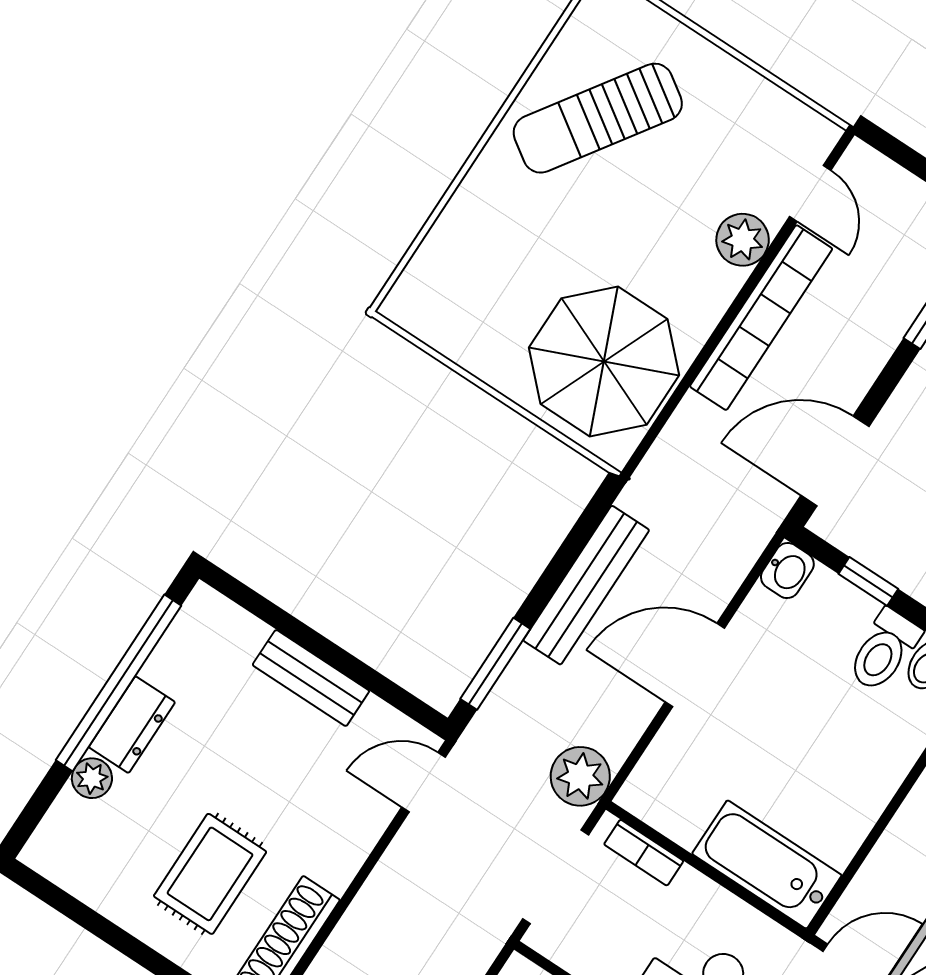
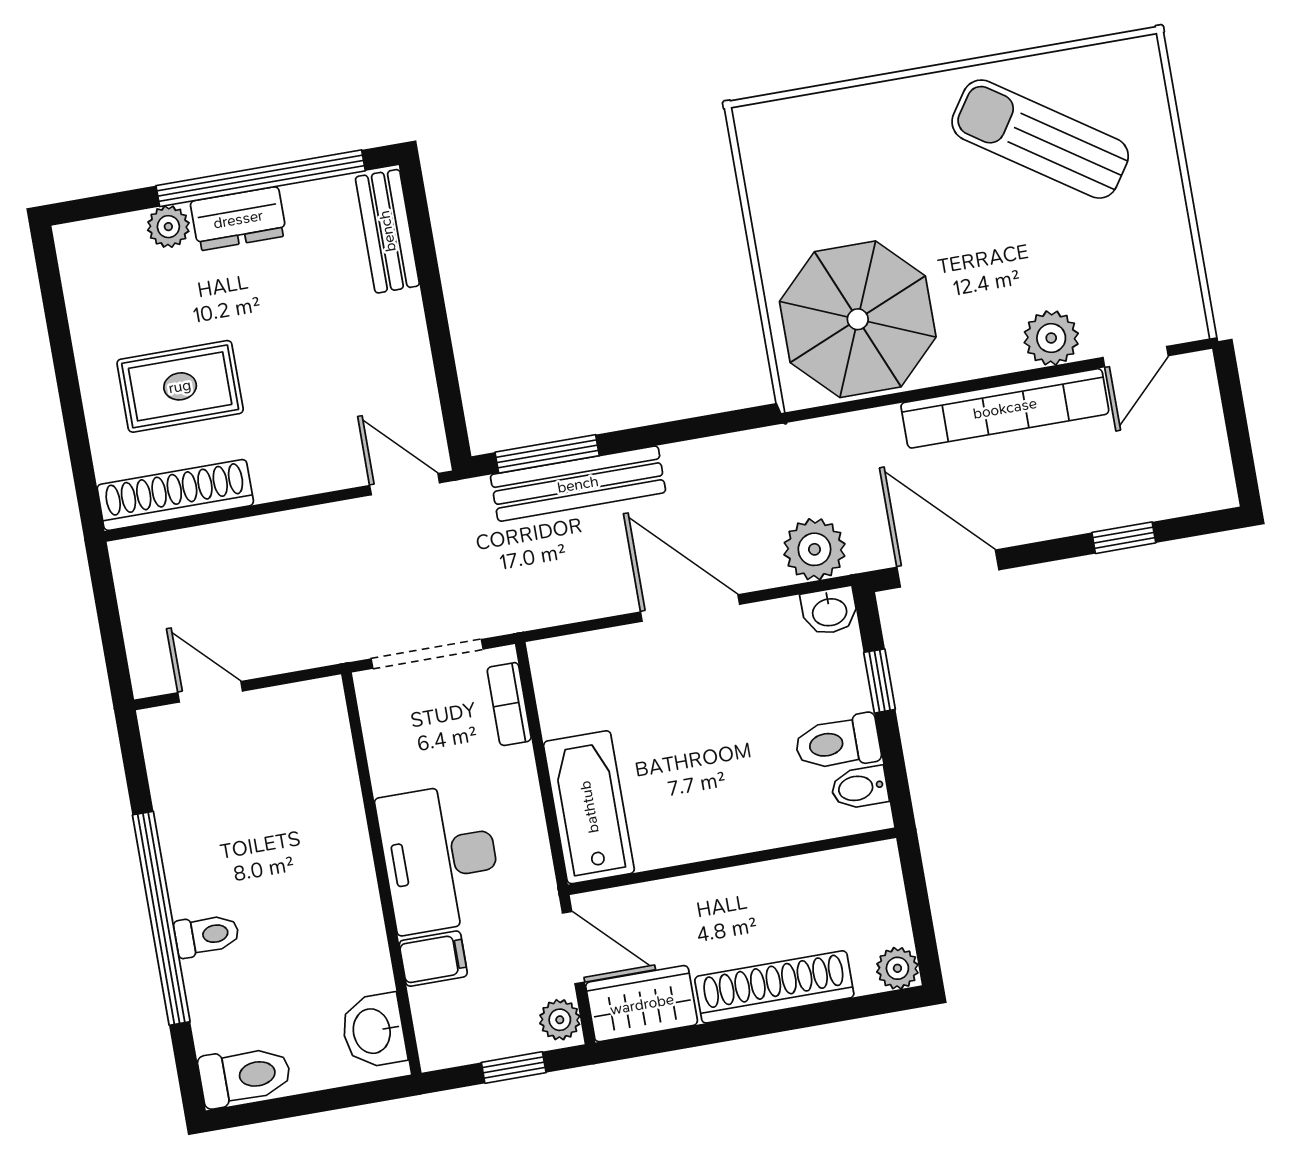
bench: (586, 585) -> (578, 484), moved
bench: (311, 678) -> (387, 231), moved
plant: (580, 776) -> (814, 549), moved

